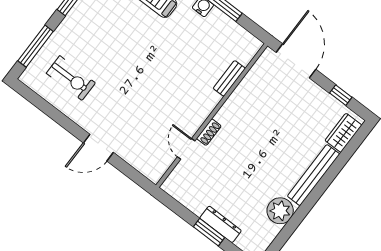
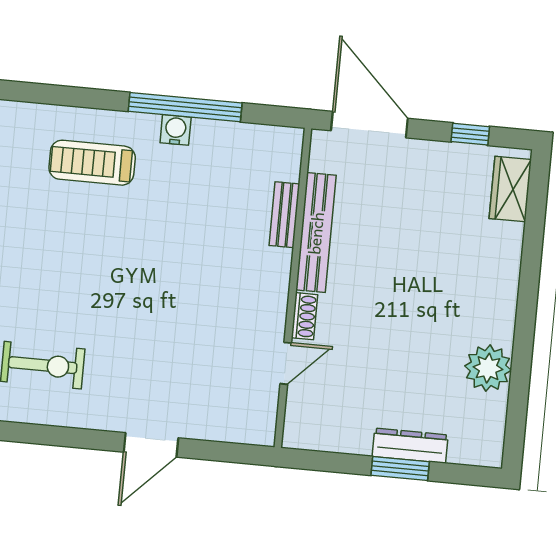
door: (186, 149) -> (286, 363), swing flipped
bench: (314, 175) -> (316, 233), moved

